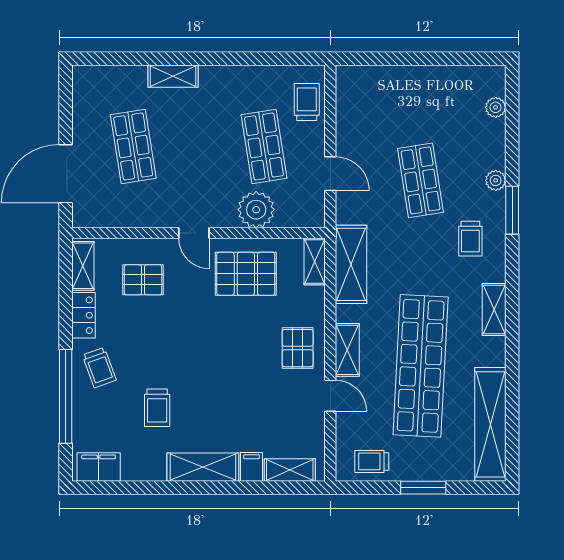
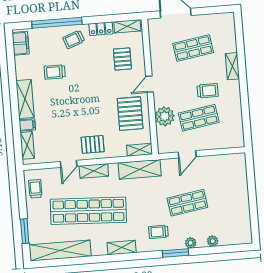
trolley: (307, 102) -> (208, 91), moved
plant: (496, 107) -> (213, 241), moved
window: (423, 488) -> (25, 231), moved

